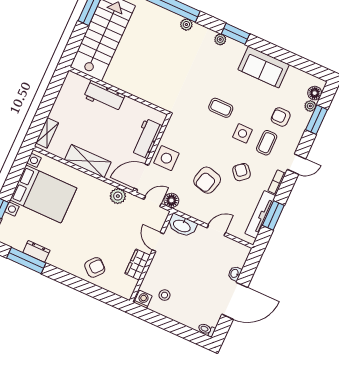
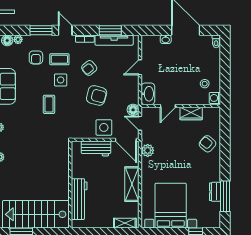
workbench: (104, 96) -> (79, 199), width x1.38
window: (317, 120) -> (41, 30), moved
armchair: (207, 180) -> (97, 95), moved
door: (216, 230) -> (140, 67), hinge flipped

